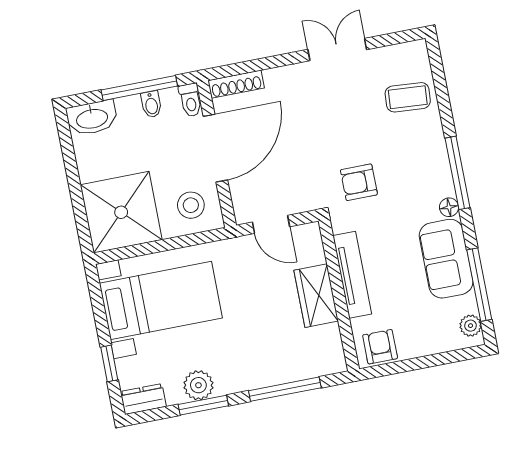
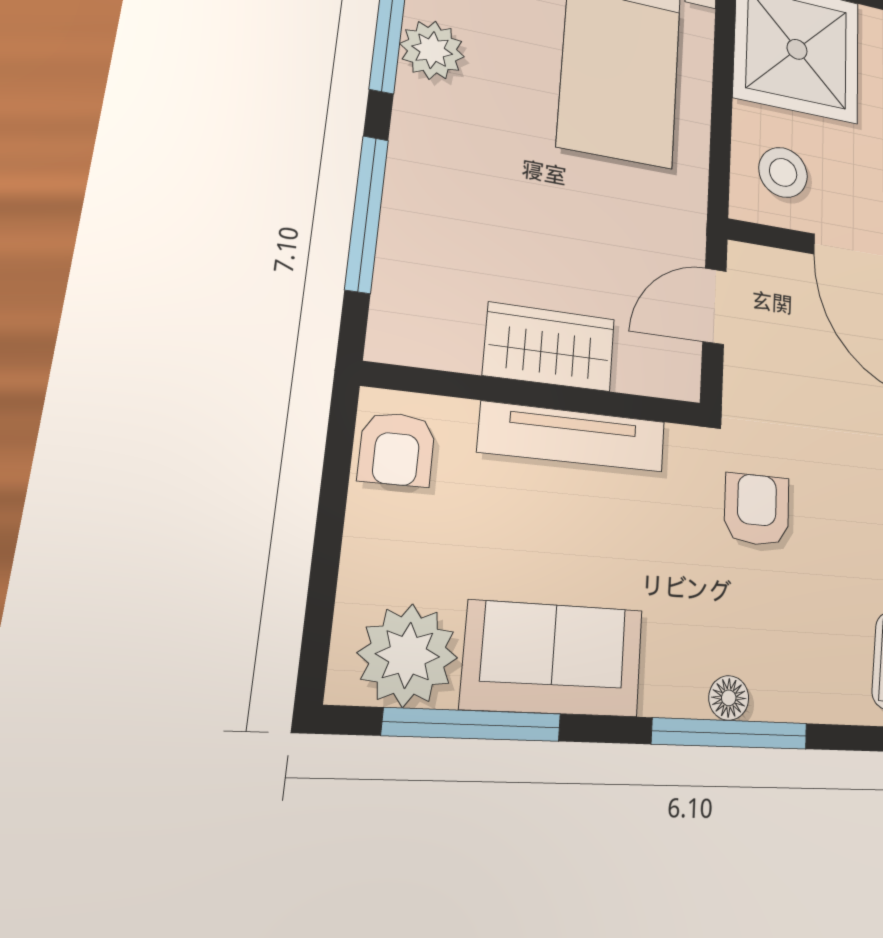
floor lamp: (449, 207) -> (729, 698), moved
plant: (471, 326) -> (408, 655), width x1.87, depth x1.87
armchair: (380, 347) -> (397, 449), turned 90

